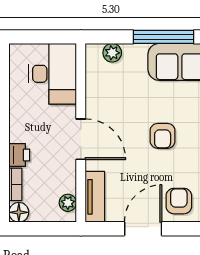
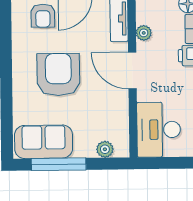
armchair: (163, 136) -> (58, 75), width x1.88, depth x1.88
plant: (68, 203) -> (144, 33), moved

